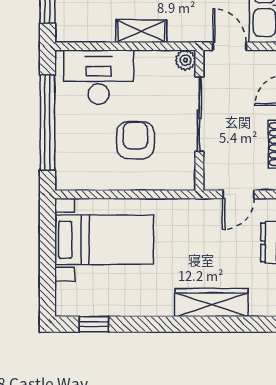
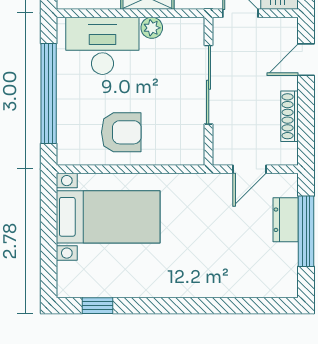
plant: (186, 60) -> (152, 28), moved
armchair: (135, 140) -> (121, 132), moved, turned 90
wardrobe: (211, 303) -> (221, 283), removed

